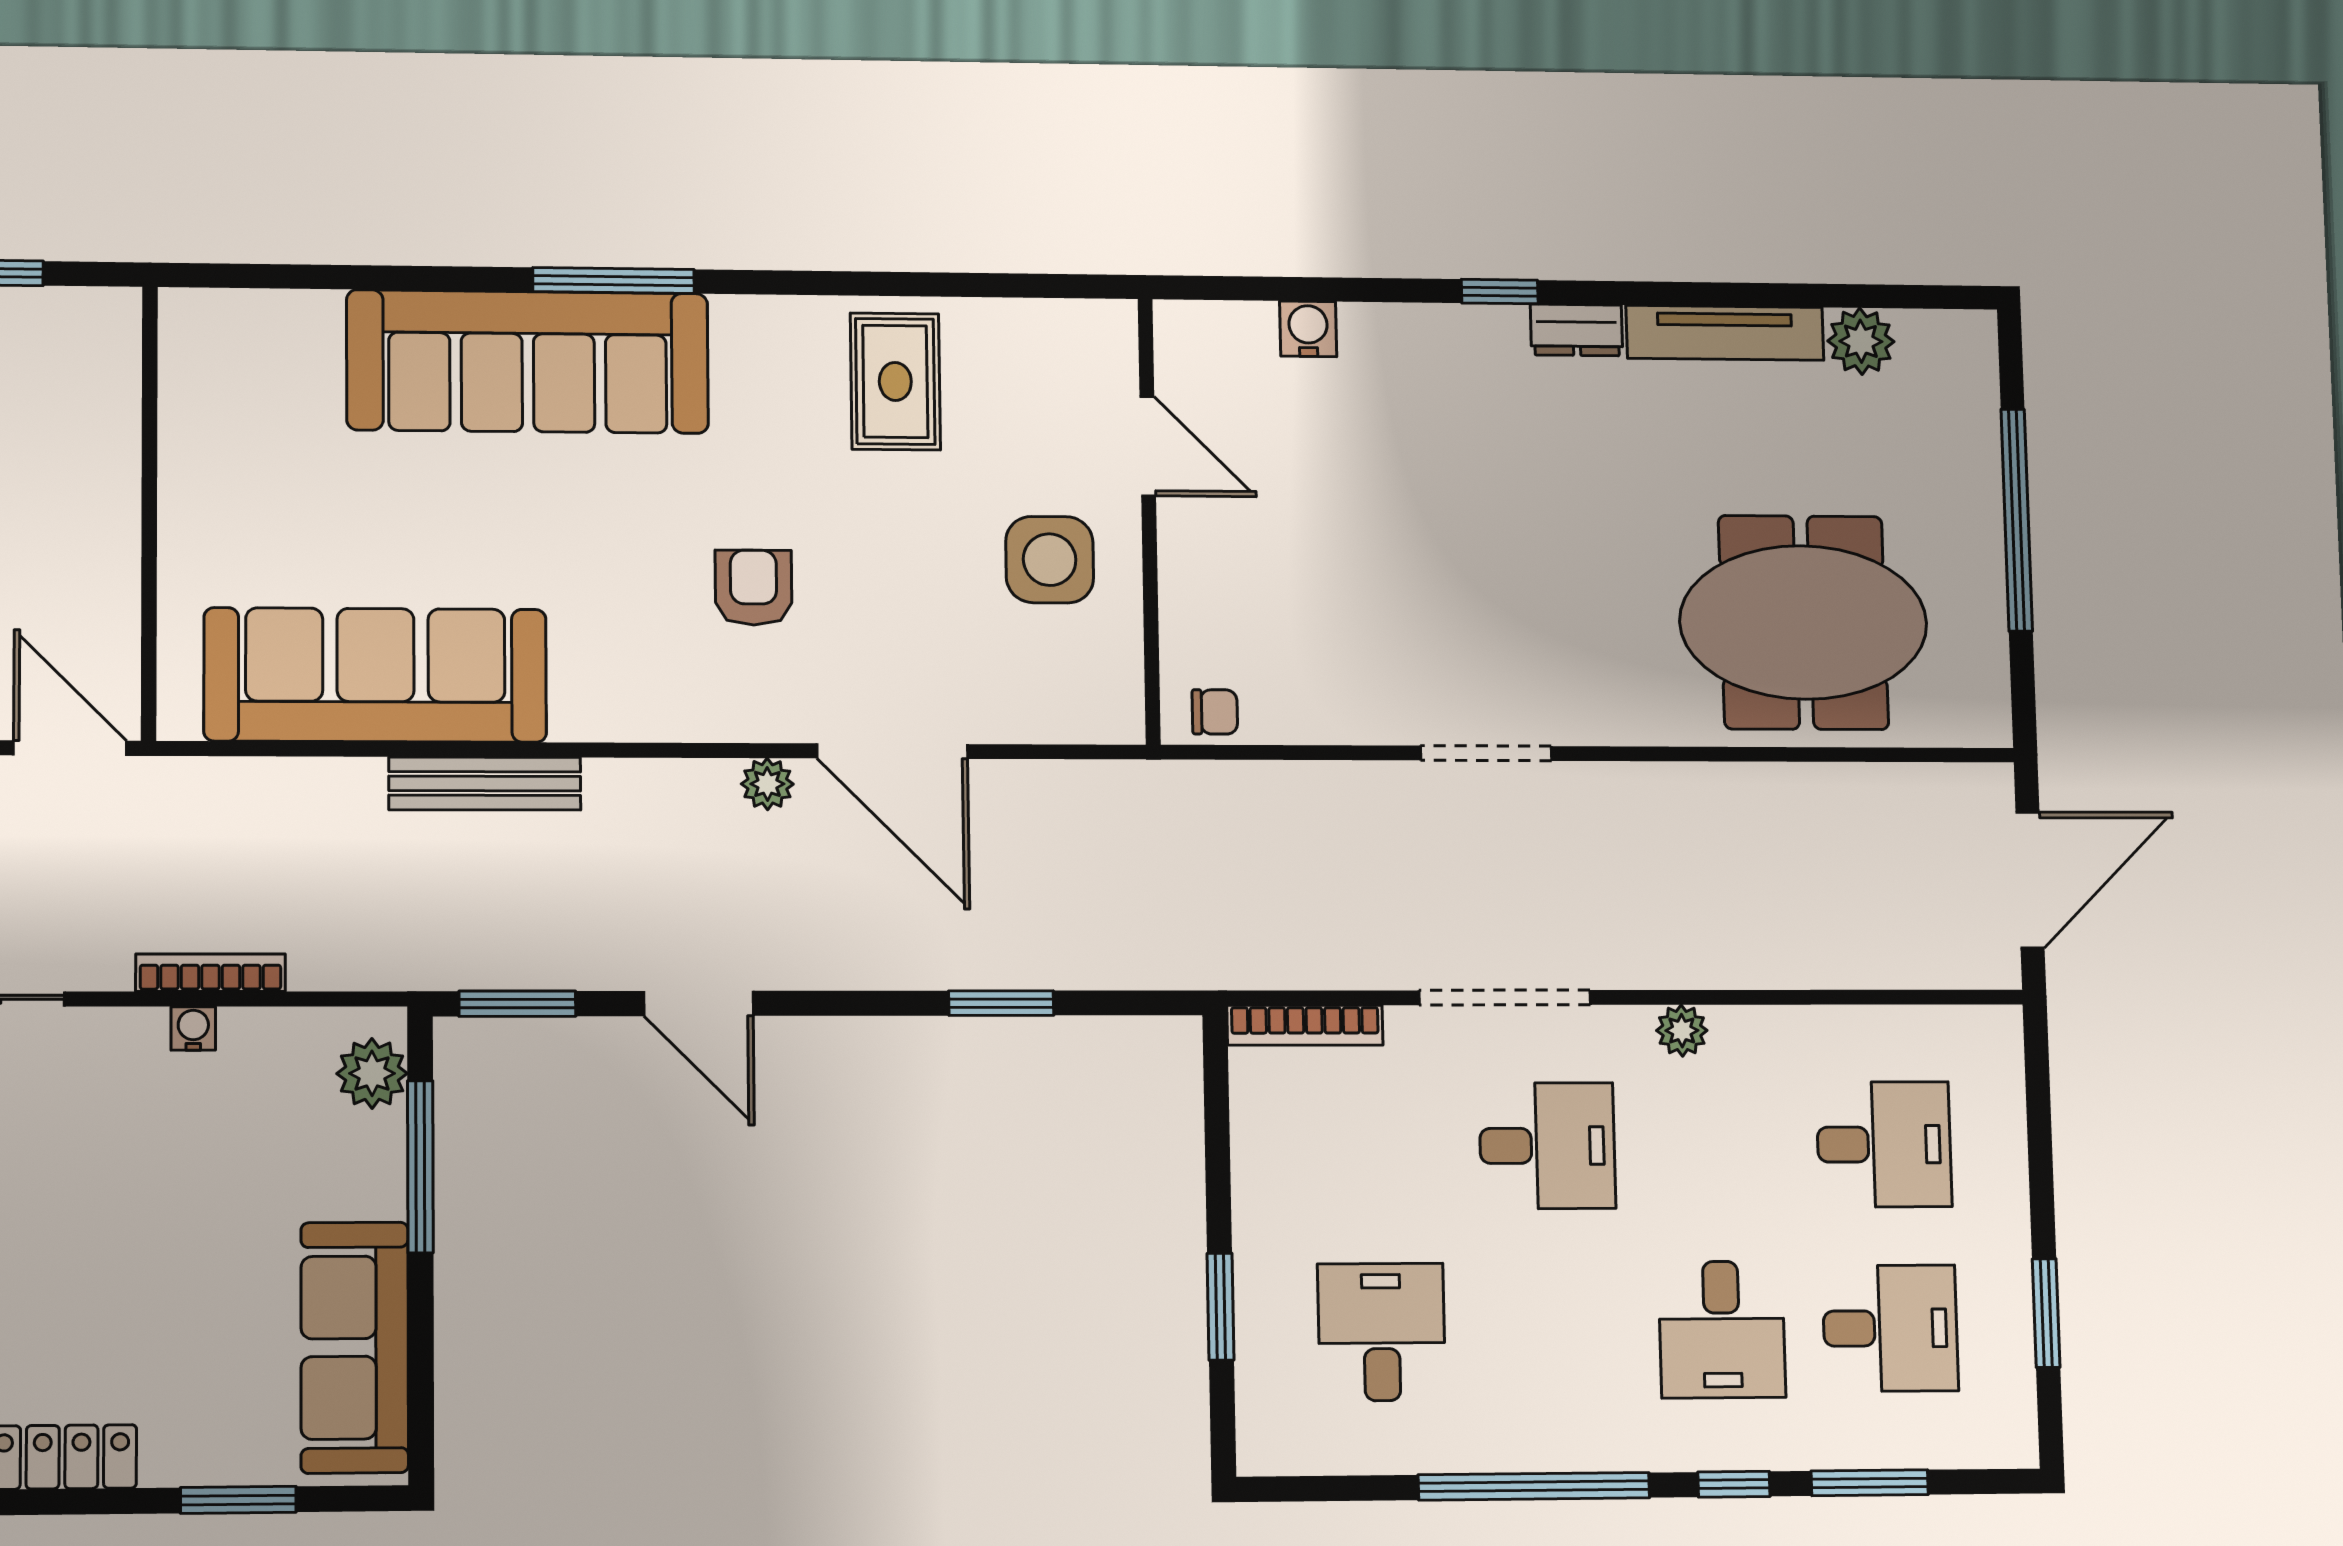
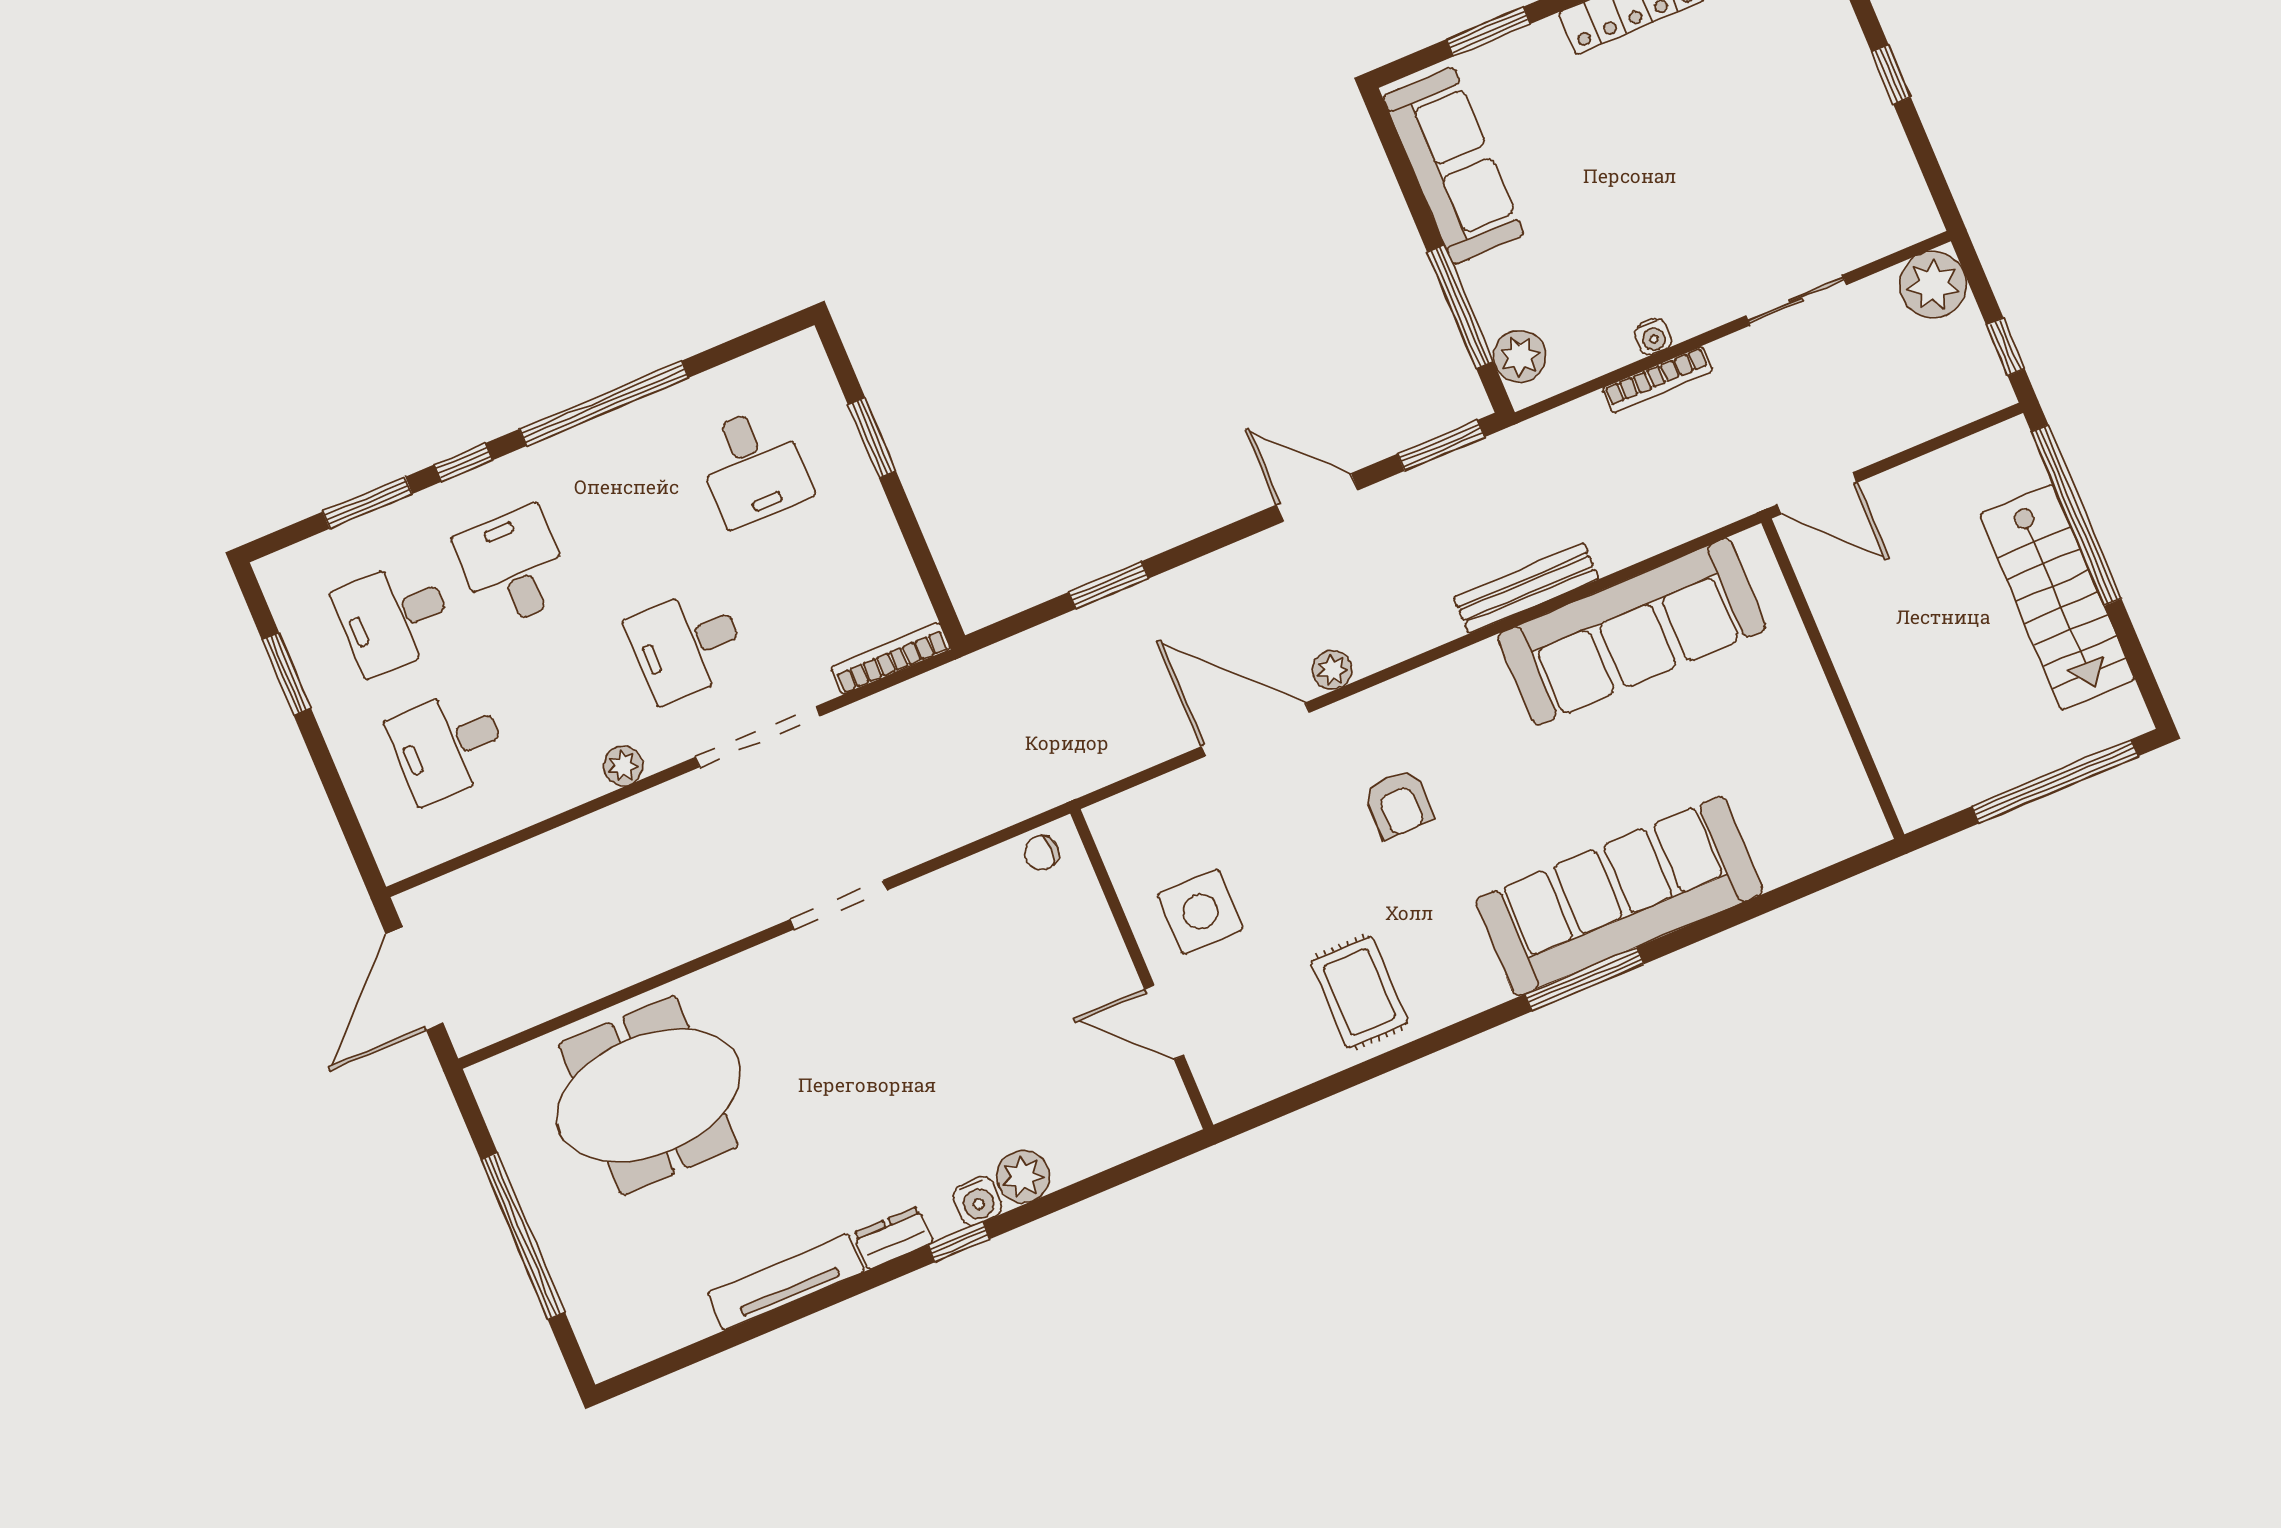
water cooler: (1308, 329) -> (977, 1201), moved
plant: (1861, 341) -> (1023, 1177), moved

